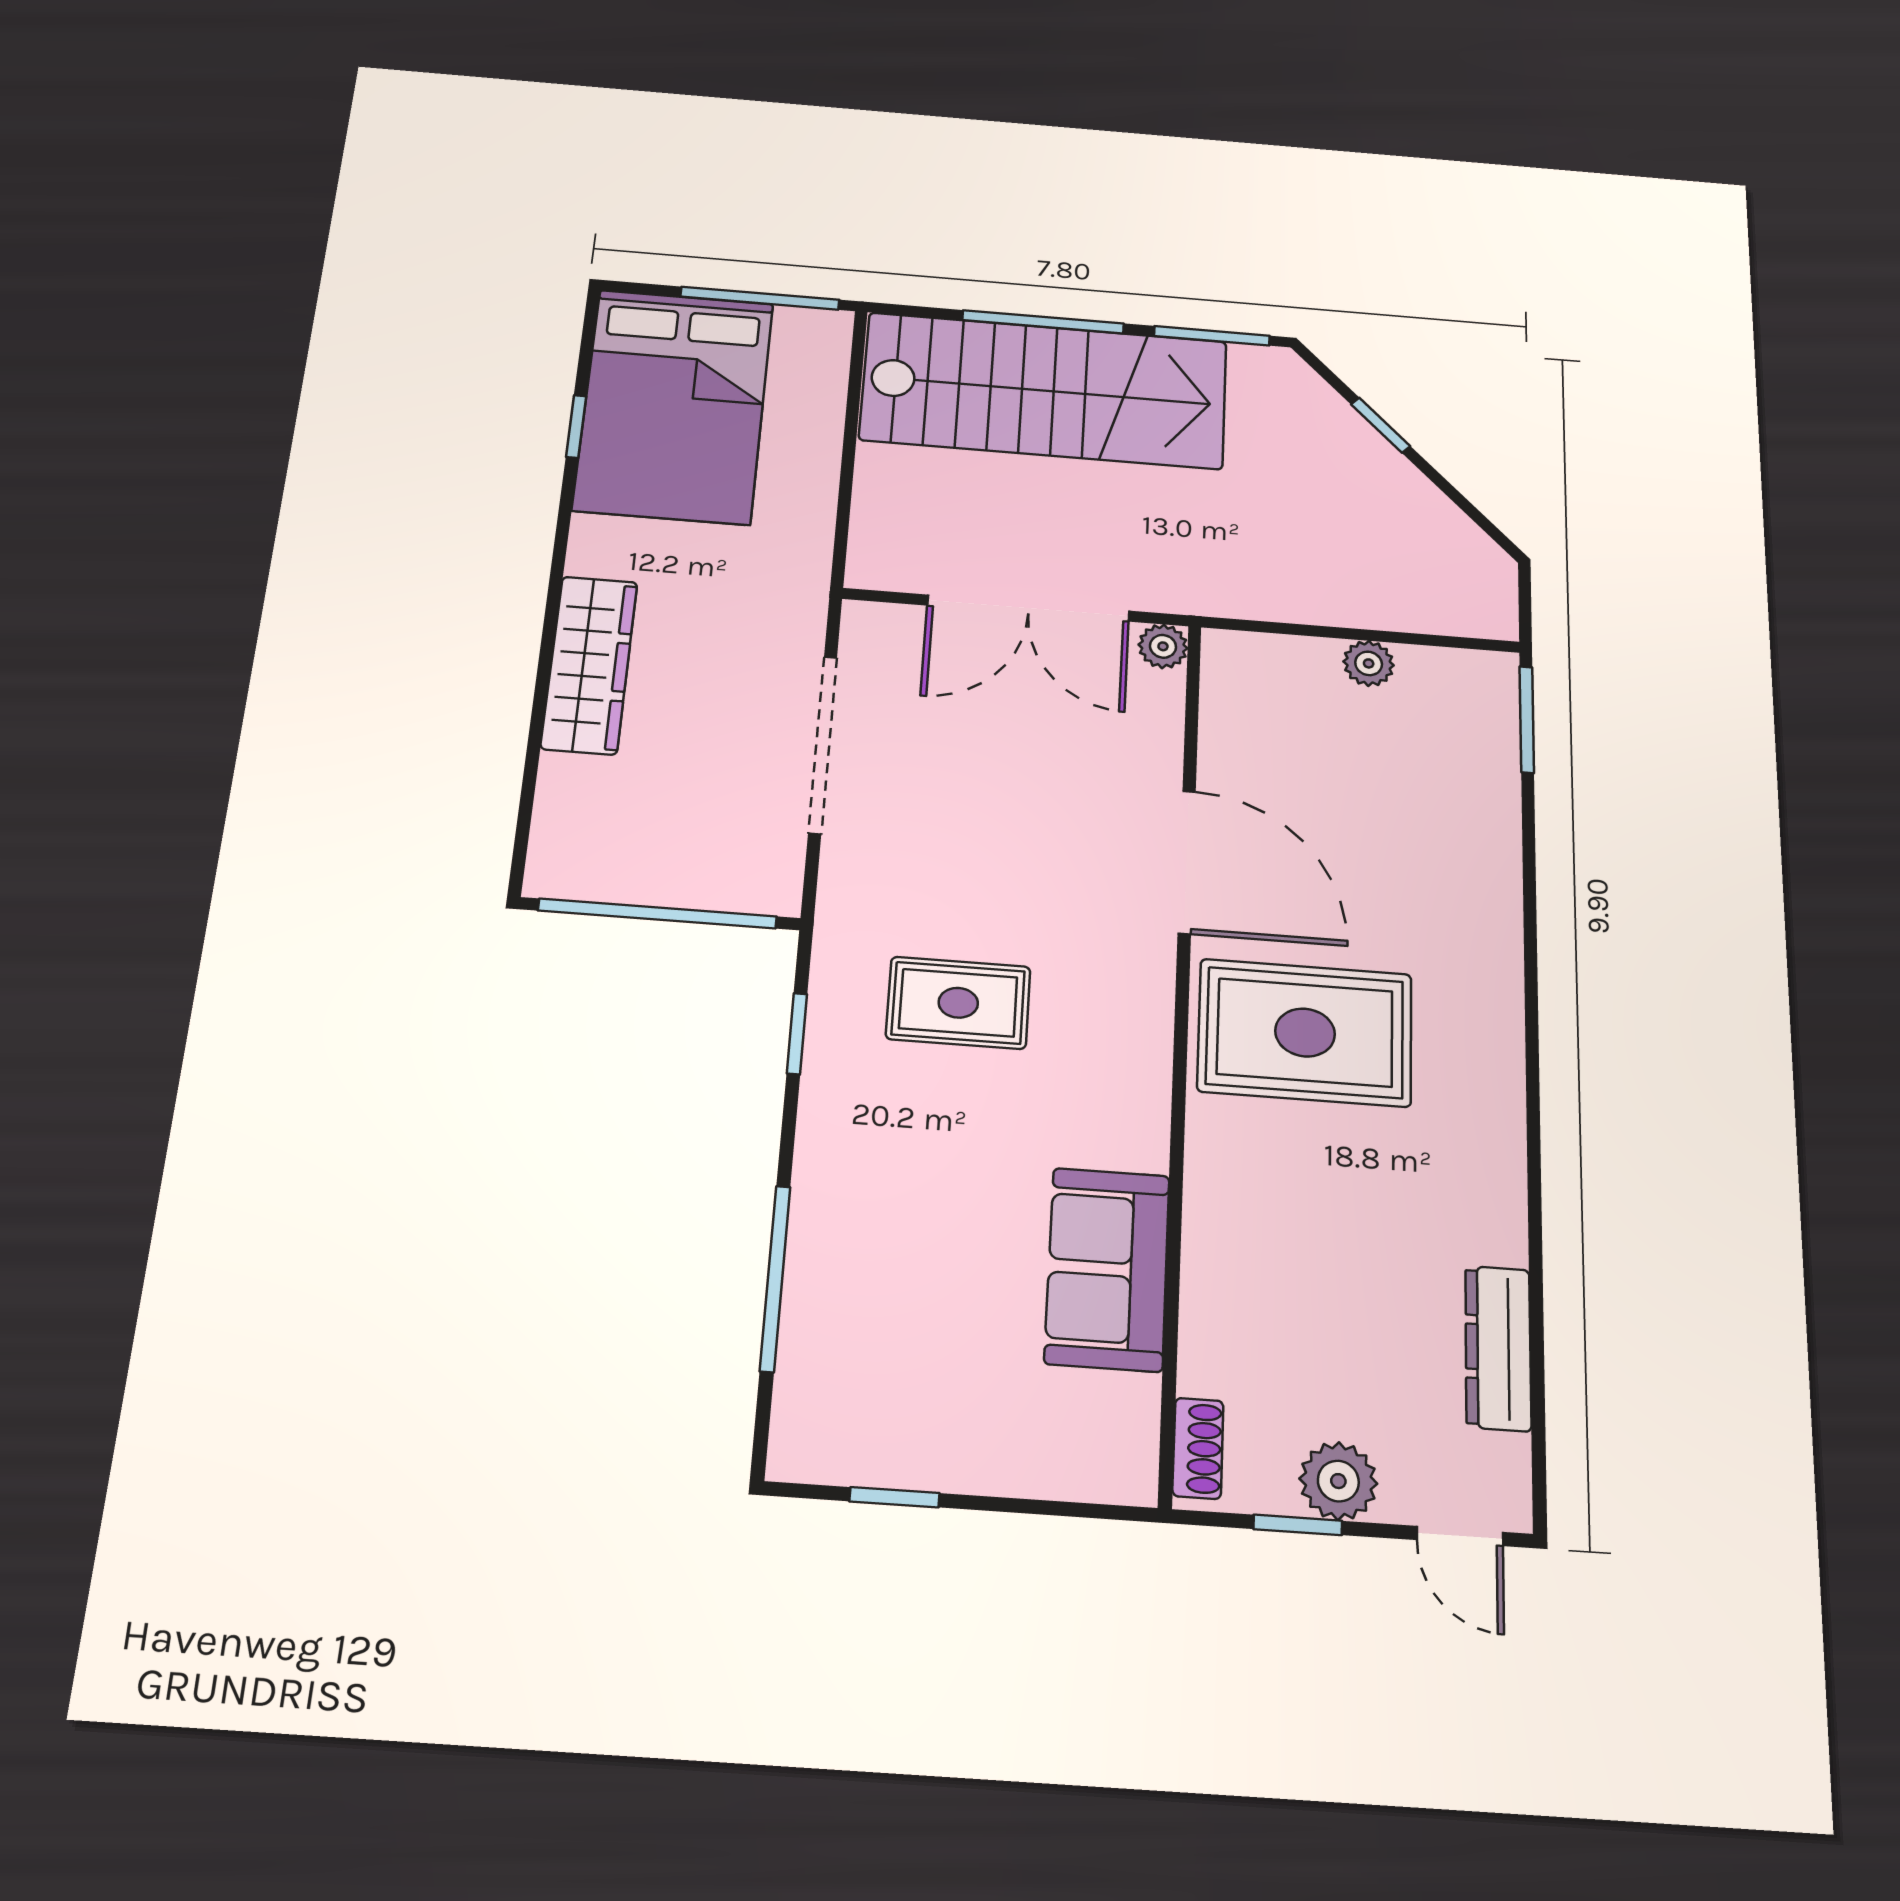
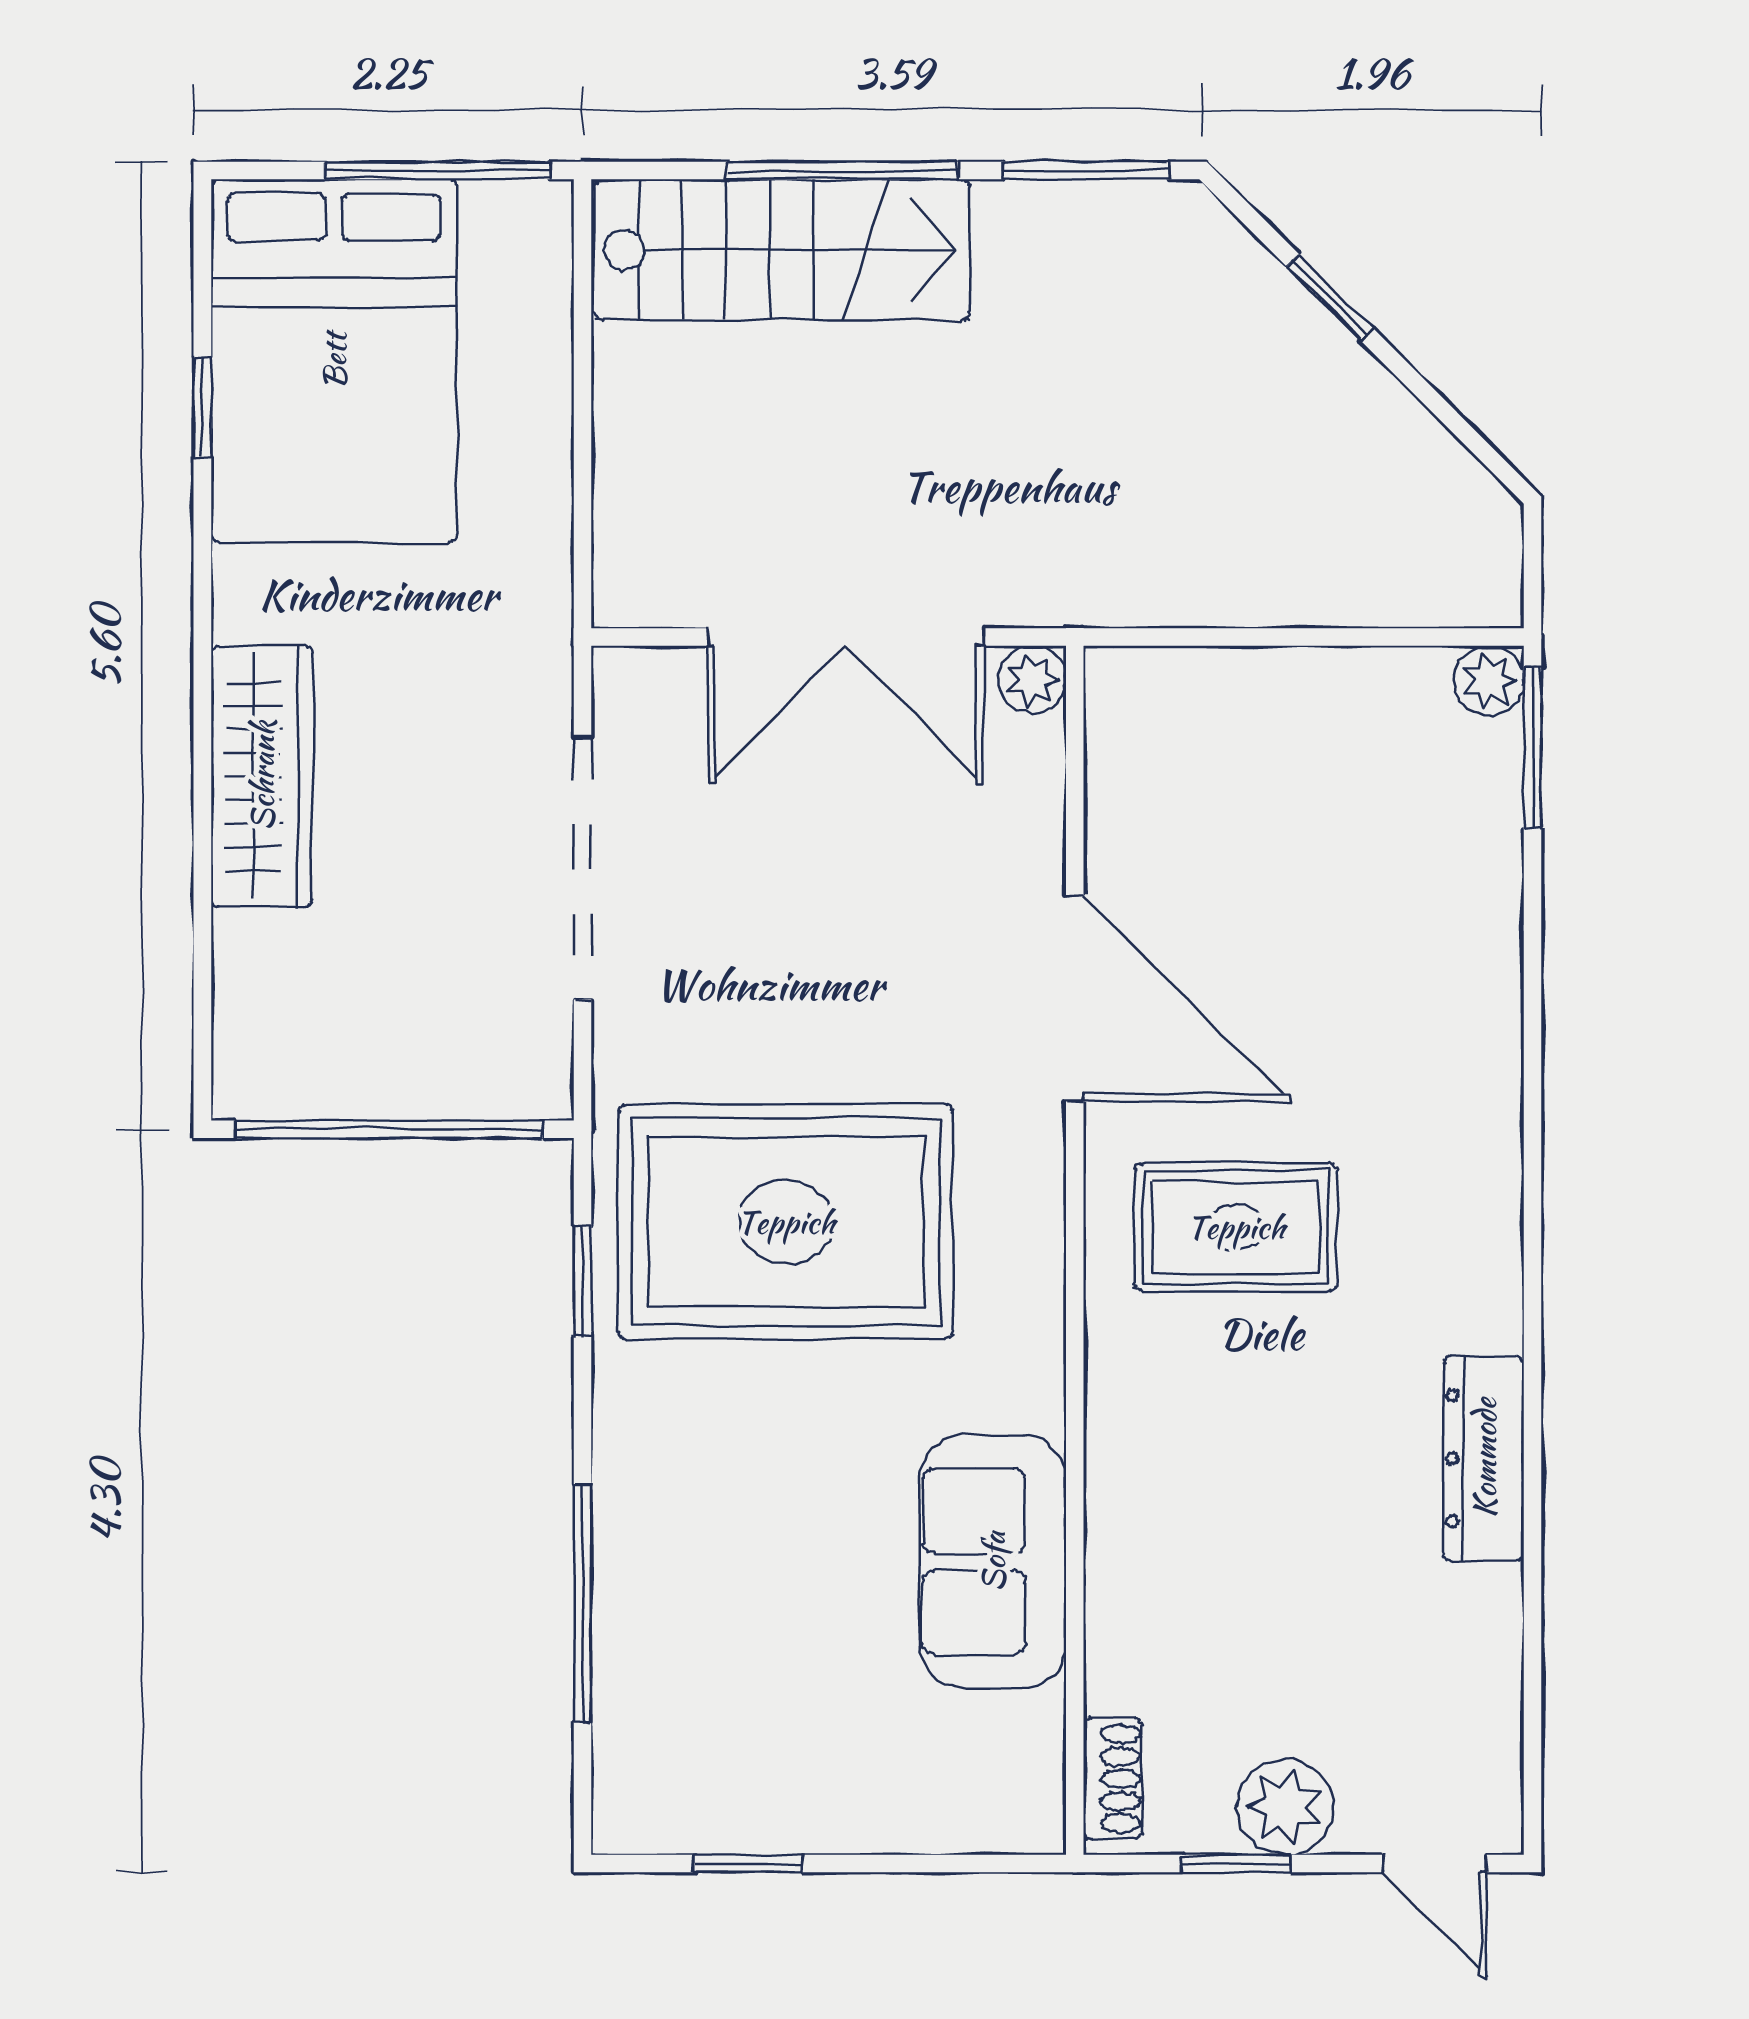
stairs: (1045, 391) -> (782, 250), width x0.73, depth x0.66
plant: (1369, 663) -> (1489, 681), moved
rug: (958, 1003) -> (786, 1222), width x1.86, depth x2.06
rug: (1305, 1033) -> (1236, 1227), width x0.73, depth x0.70
dresser: (1498, 1348) -> (1484, 1458), moved

